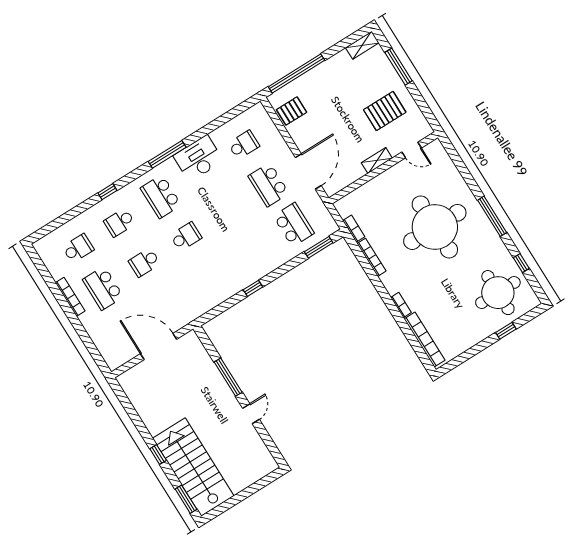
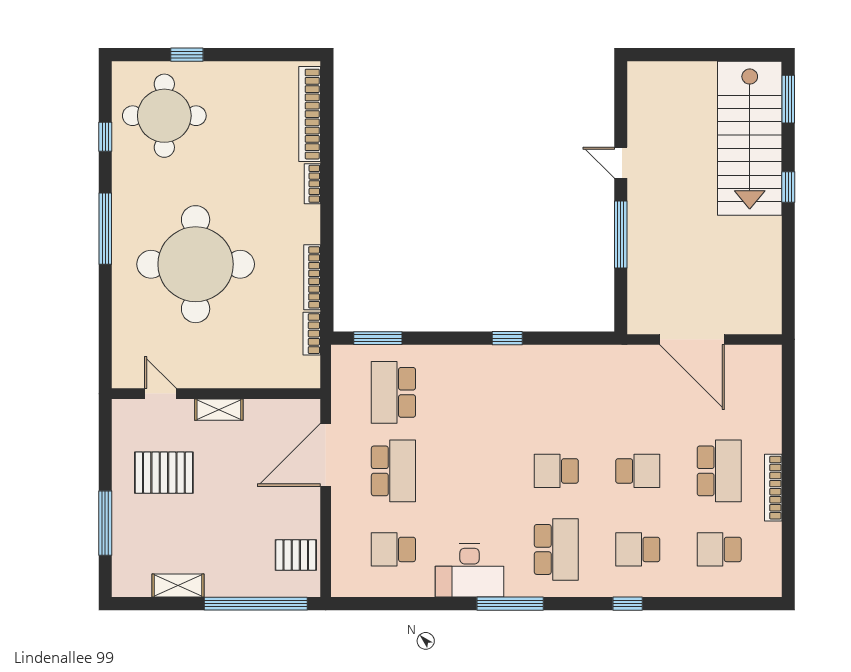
shelving: (362, 45) -> (178, 586), moved
school desk: (119, 222) -> (638, 549), turned 180
door: (251, 414) -> (621, 163), hinge flipped

